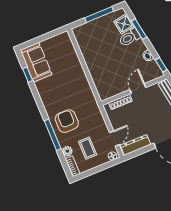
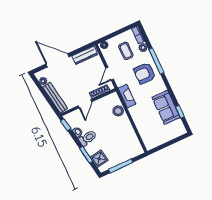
toilet: (130, 37) -> (88, 138), moved
sofa: (36, 62) -> (166, 107), moved
stool: (100, 78) -> (118, 111), added
fireplace: (89, 95) -> (127, 96), added
armchair: (67, 121) -> (145, 73), turned 90
door: (114, 139) -> (110, 74), moved

